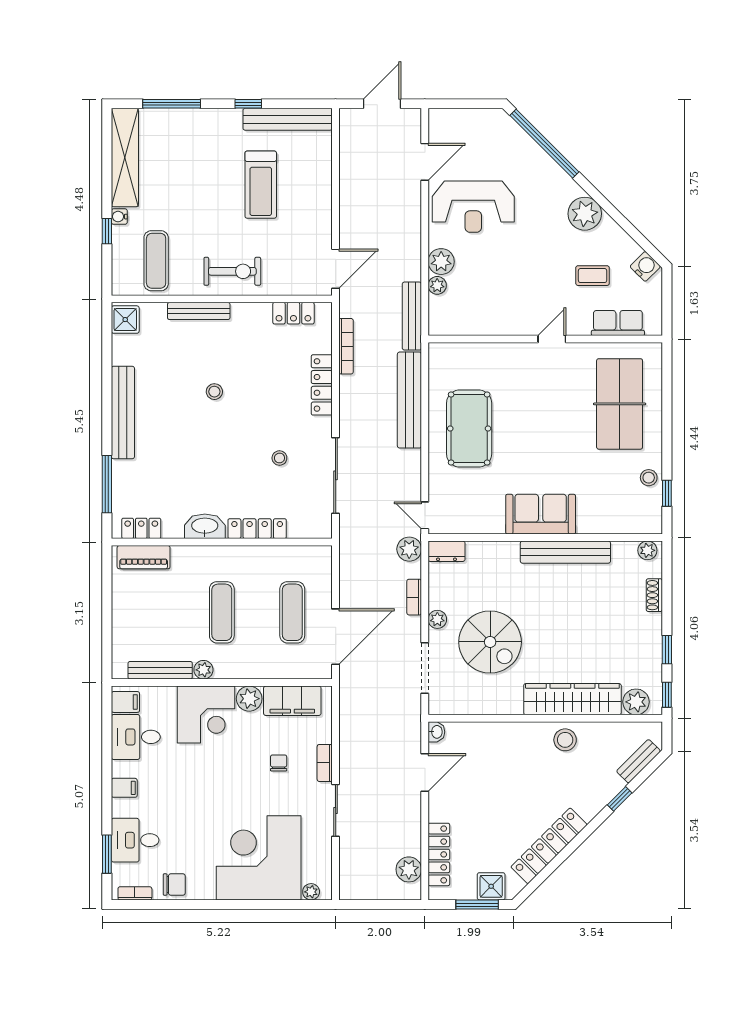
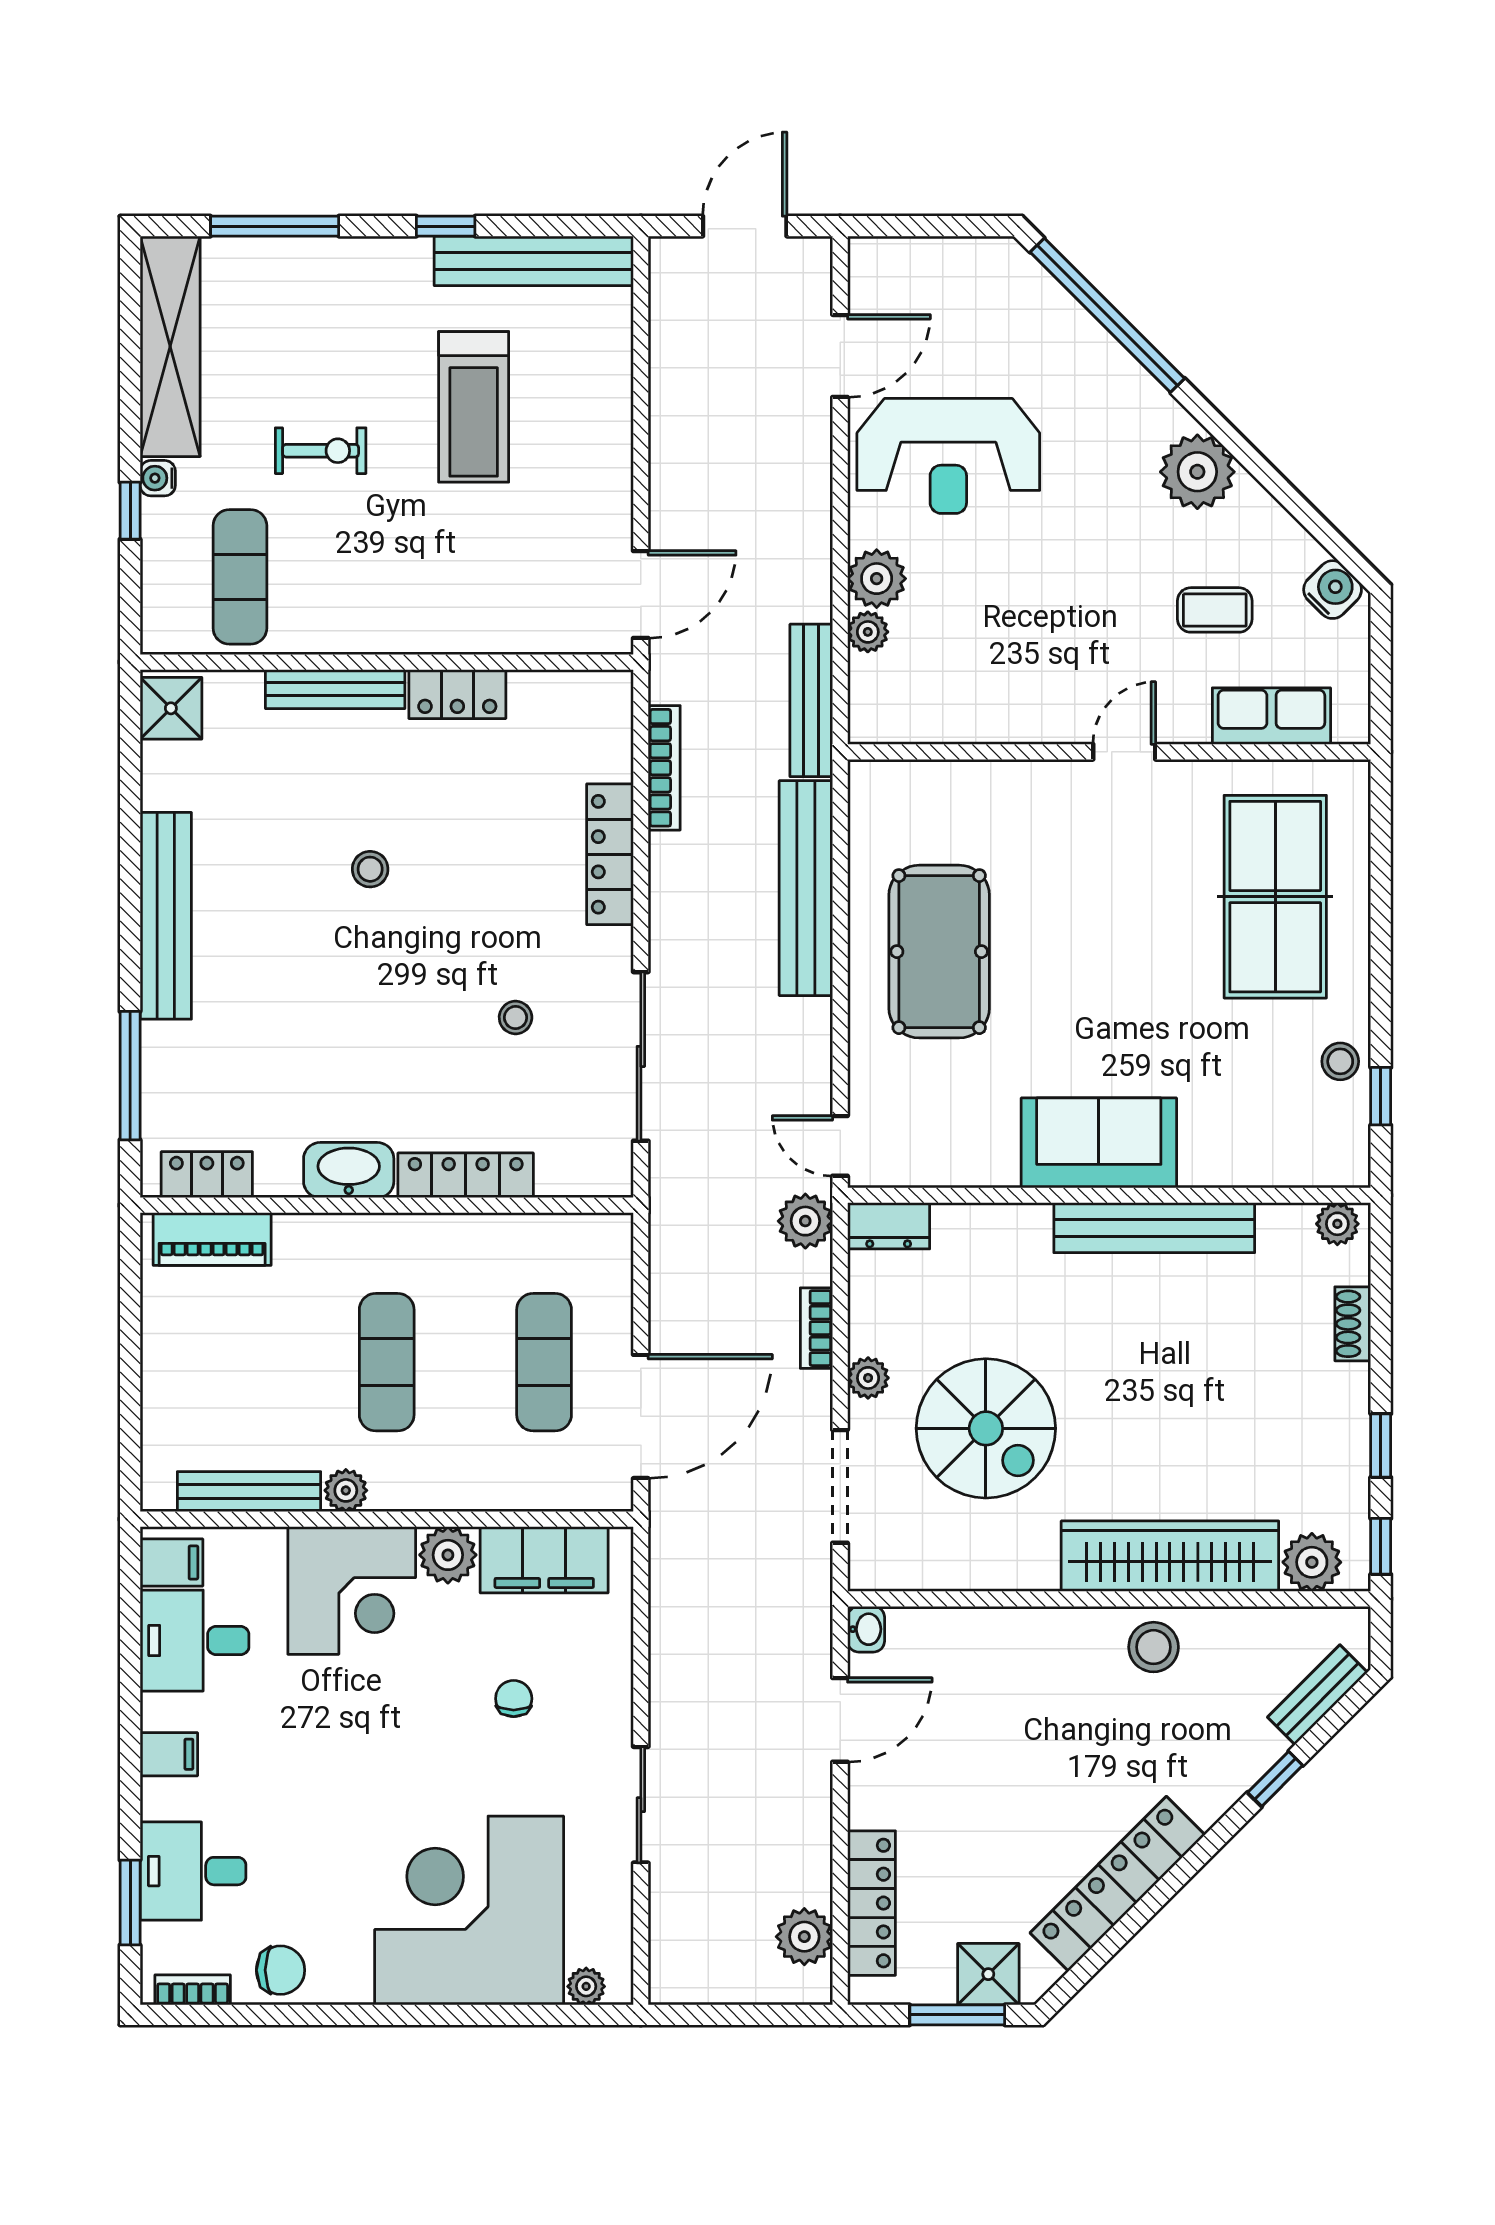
exercise bike: (232, 271) -> (321, 451), moved, width x0.73, depth x0.72
locker: (293, 313) -> (457, 694), moved
bookcase: (325, 763) -> (617, 1699), removed

